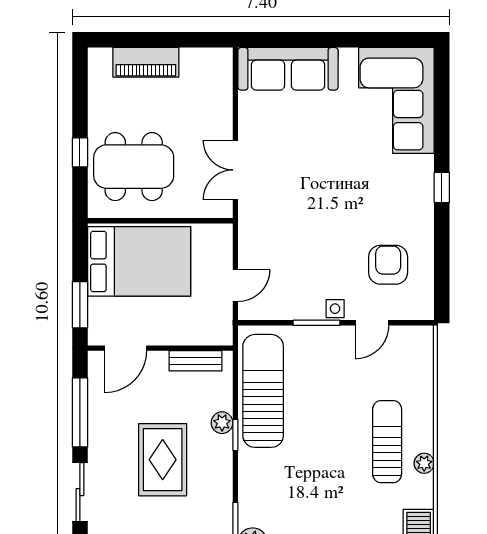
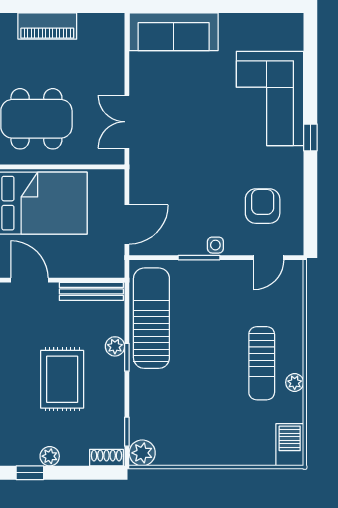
corner sofa: (396, 100) -> (270, 98), moved
door: (235, 286) -> (127, 224), width x1.38
door: (372, 323) -> (269, 258), moved
door: (126, 348) -> (29, 280), swing flipped
bench: (195, 361) -> (91, 291), width x1.36
sun lounger: (387, 442) -> (262, 363), turned 180

